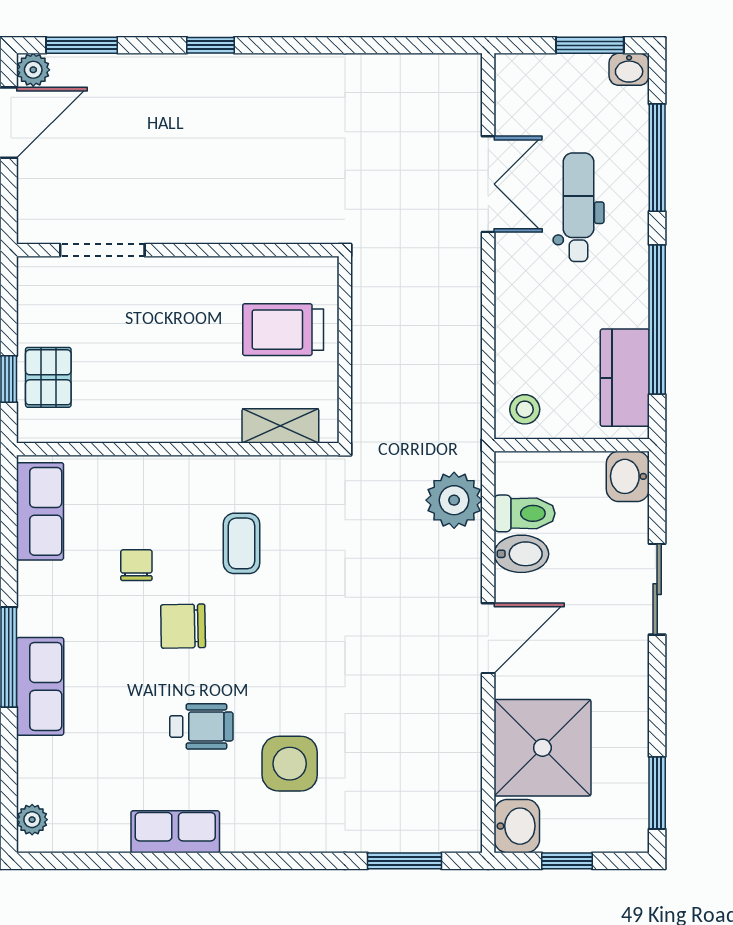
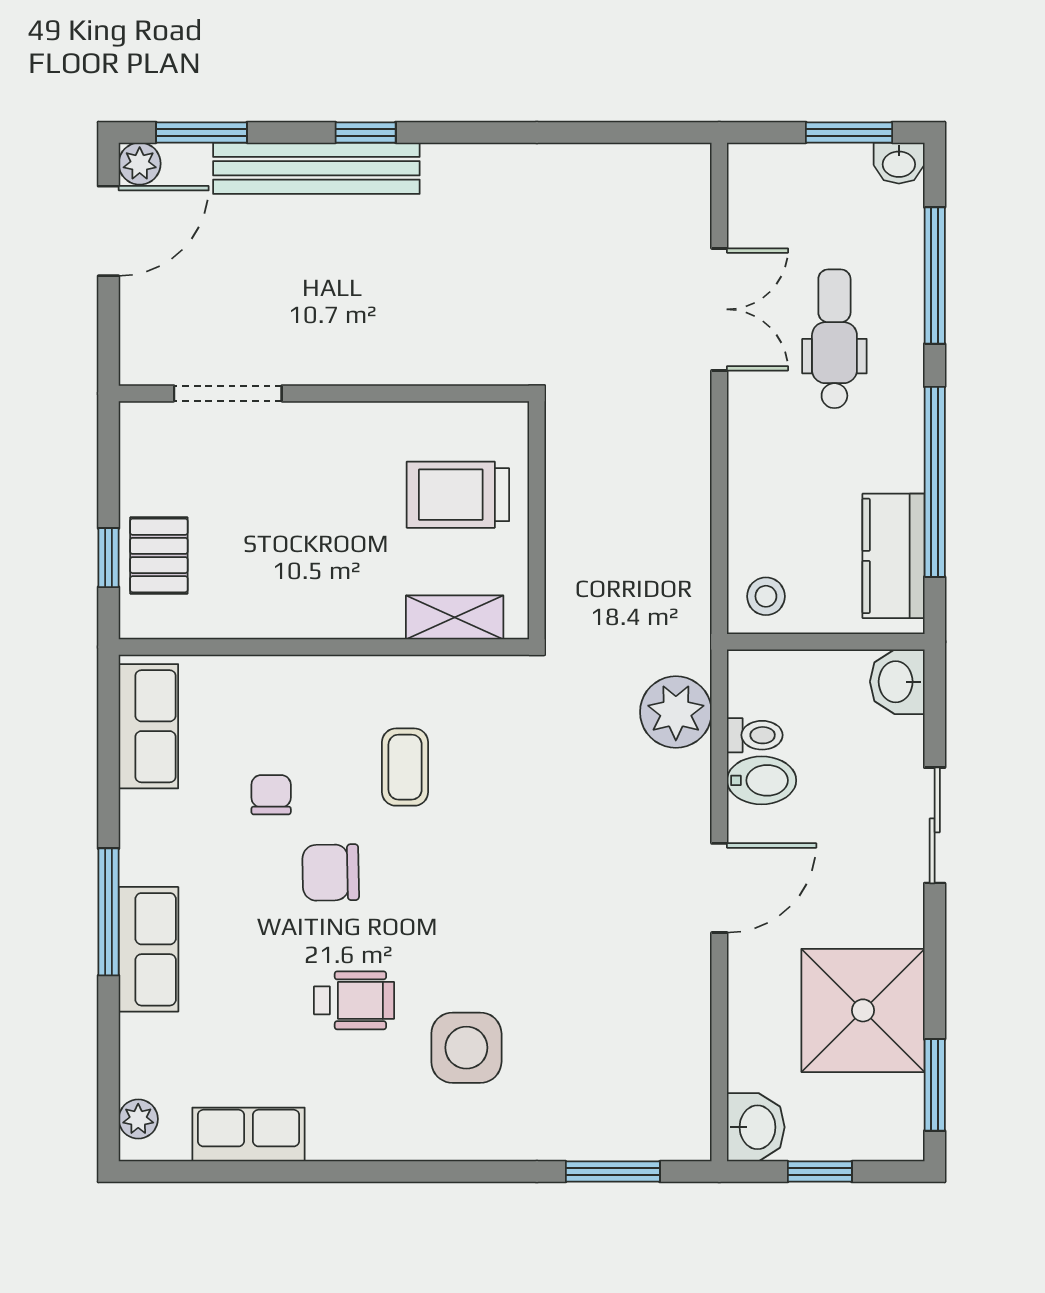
bench: (172, 73) -> (316, 168), added
toilet: (524, 513) -> (755, 735), width x0.73, depth x0.72
shower: (542, 748) -> (863, 1010), moved
row of seats: (175, 832) -> (248, 1134), moved

